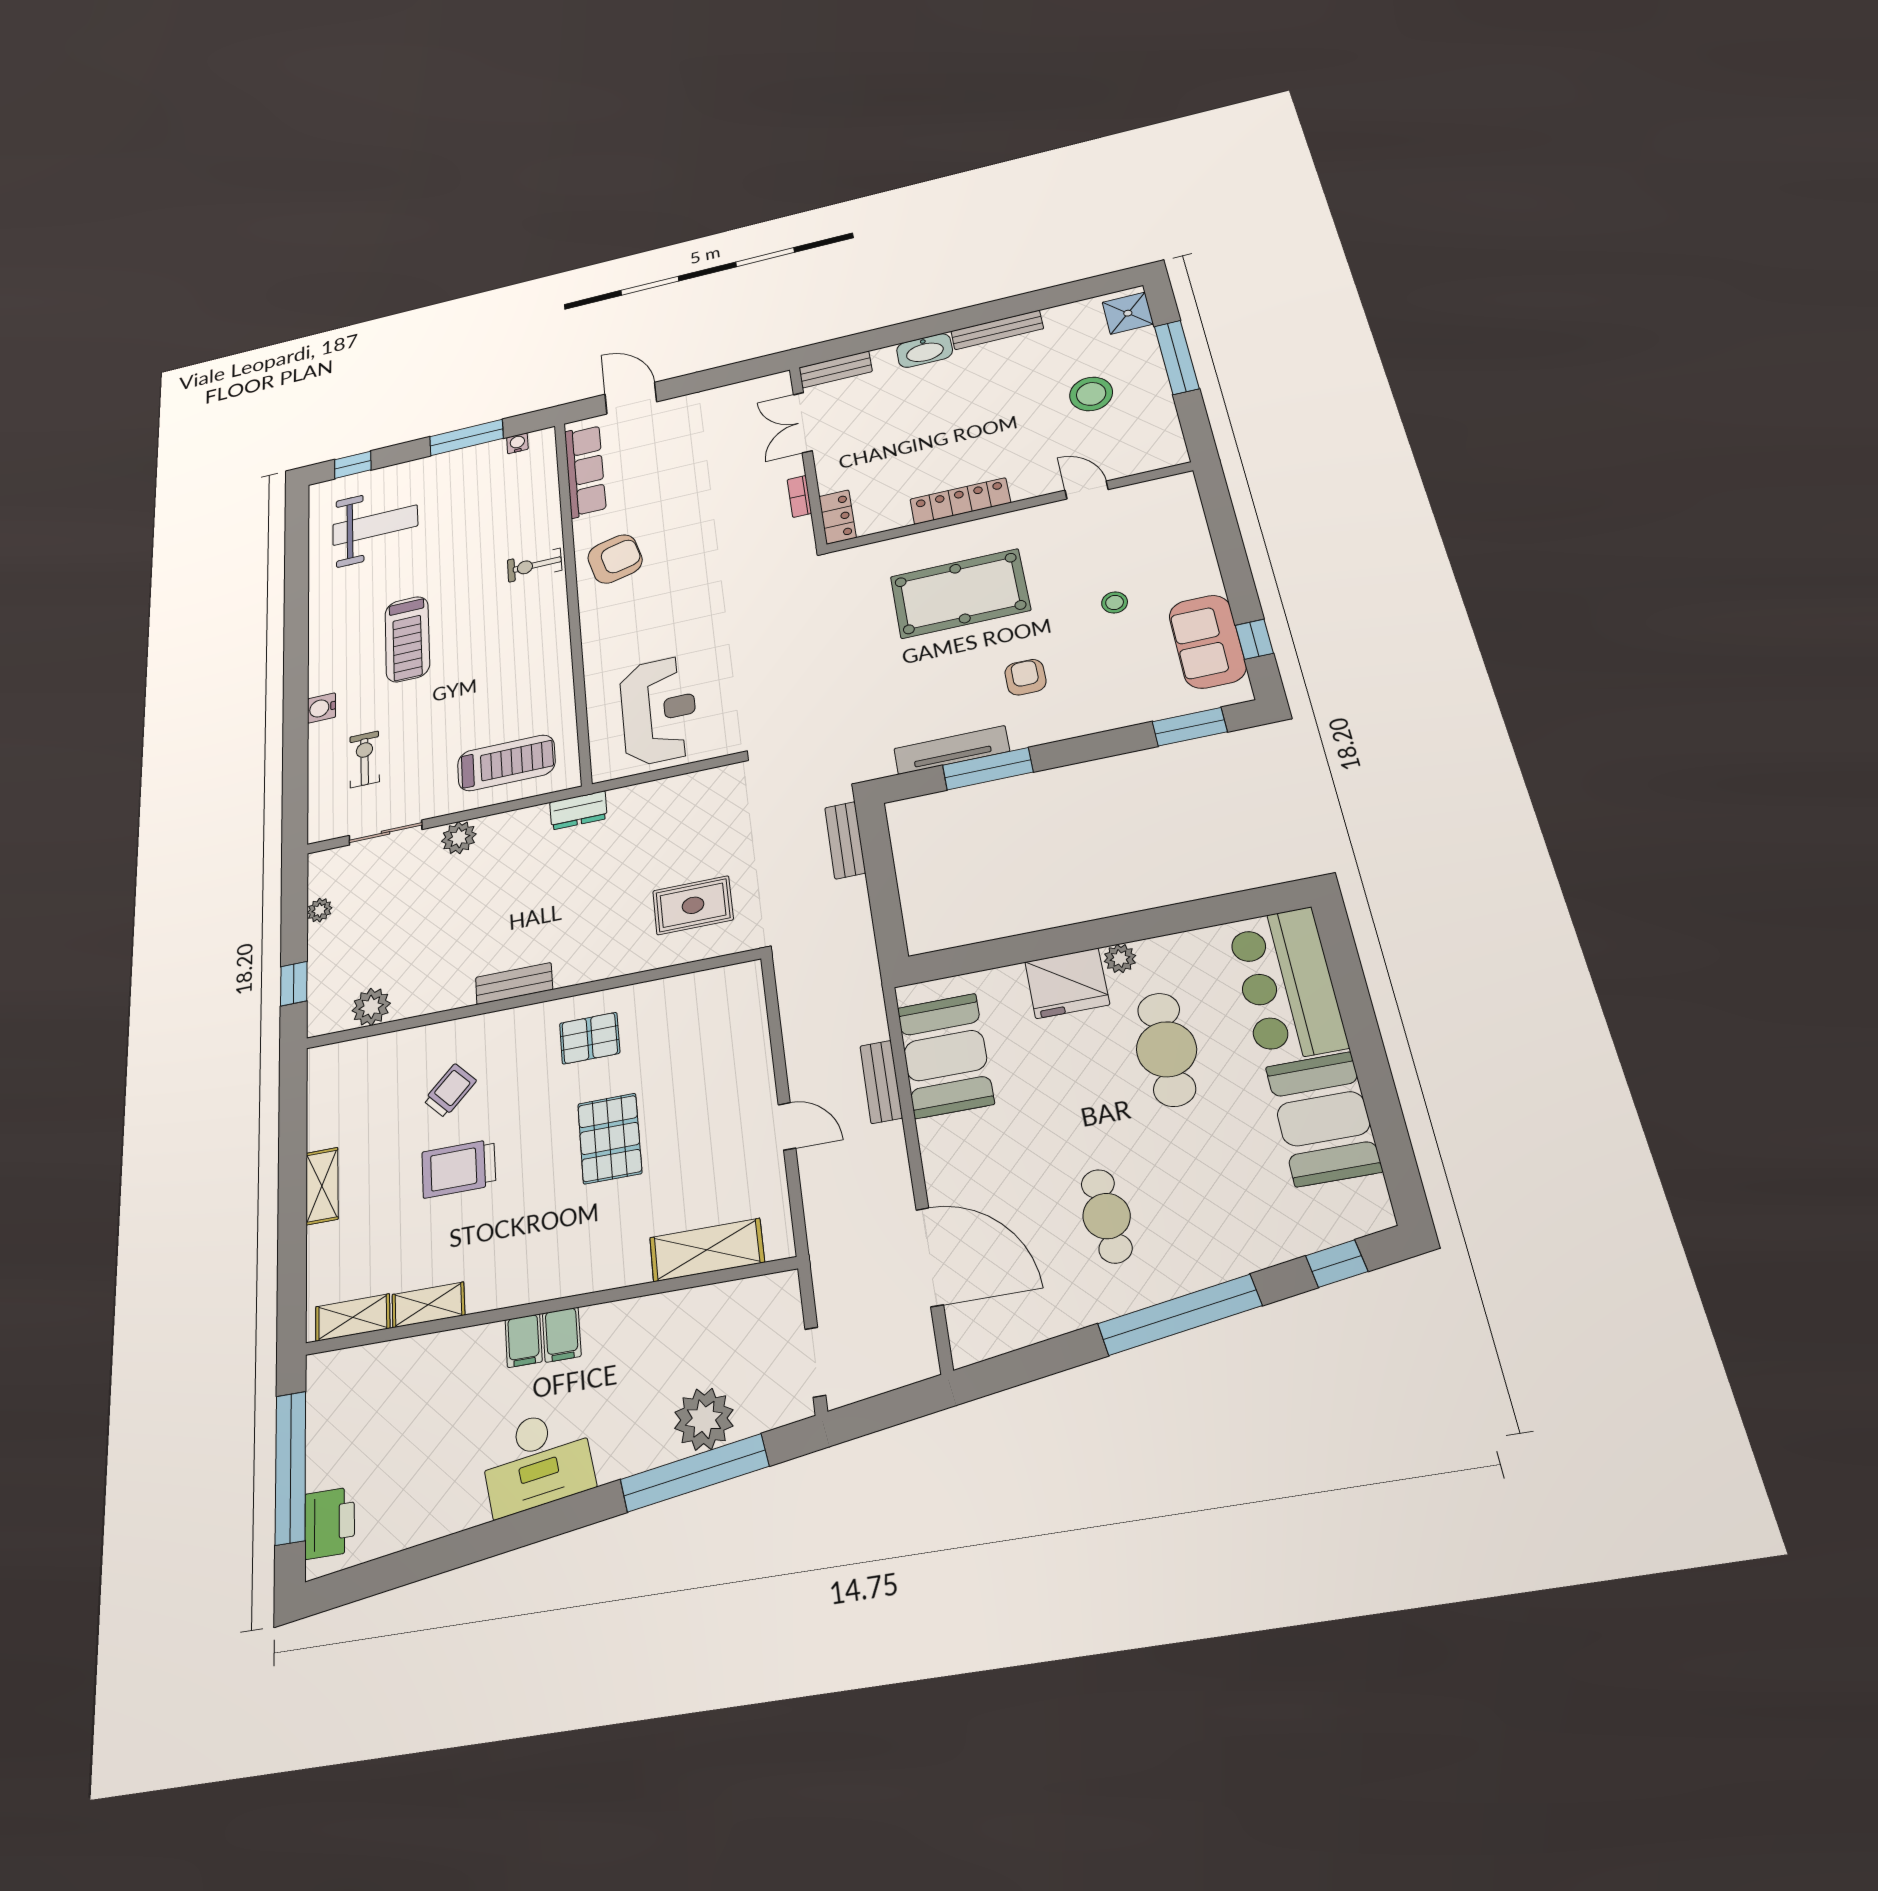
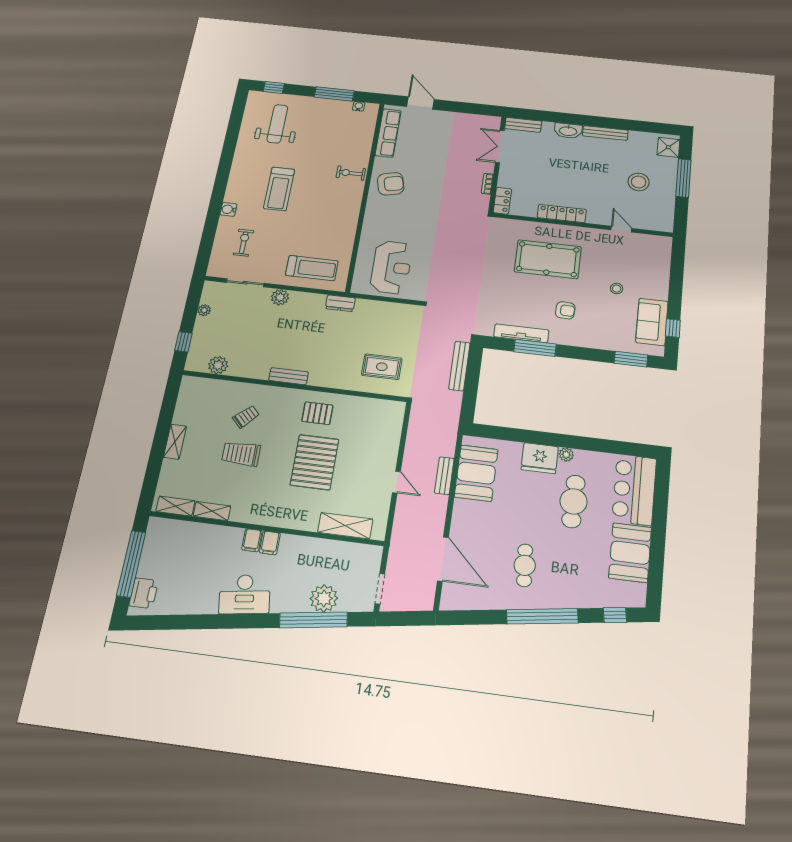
weight bench: (375, 525) -> (277, 124), turned -90
armchair: (1025, 677) -> (565, 310), turned 92
bench: (845, 840) -> (459, 366), width x1.36
pallet: (610, 1138) -> (315, 462), width x1.37, depth x1.41

